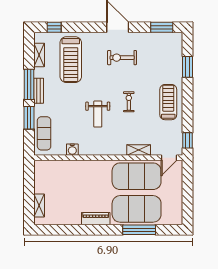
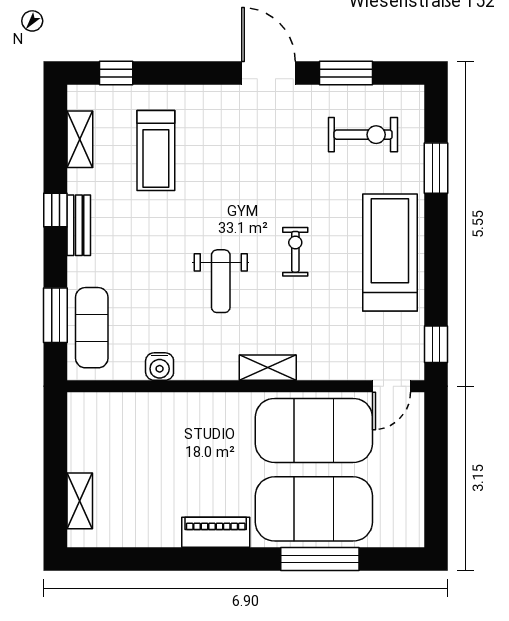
window: (162, 27) -> (346, 73), moved
exercise bike: (122, 58) -> (363, 135), moved, turned 180
treadmill: (71, 60) -> (156, 151), width x0.73, depth x0.73
window: (29, 84) -> (55, 210), width x0.46
treadmill: (168, 102) -> (390, 252), width x1.37, depth x1.38
window: (29, 118) -> (55, 315), moved
shelving: (139, 150) -> (268, 368), moved

